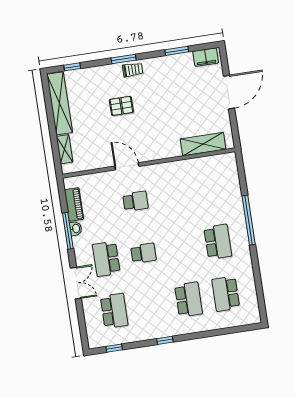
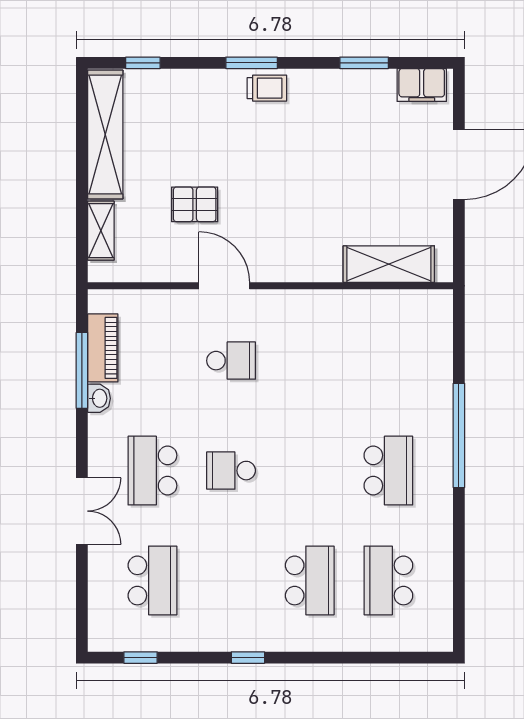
pallet: (121, 106) -> (195, 204), moved
window: (68, 231) -> (82, 370), moved
school desk: (143, 253) -> (231, 471), turned 180

